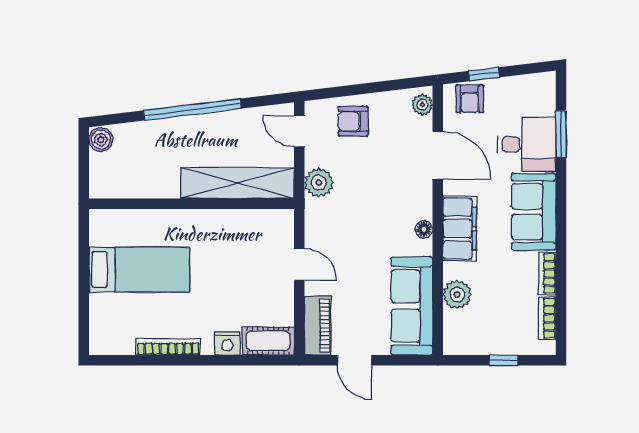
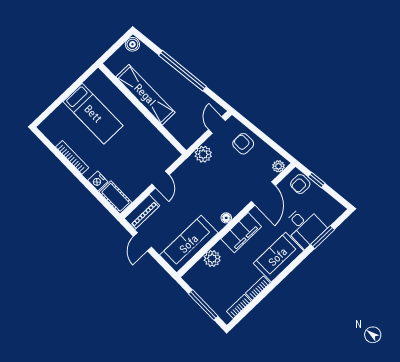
shelving: (237, 183) -> (145, 95), moved
window: (503, 360) -> (203, 305), width x2.17

